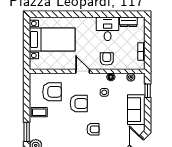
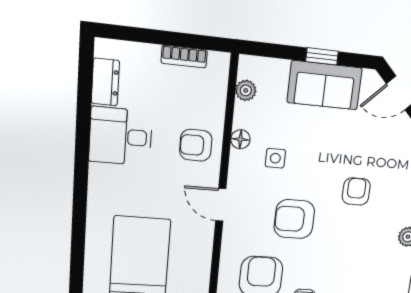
door: (83, 71) -> (221, 205), hinge flipped
window: (148, 91) -> (322, 56), moved
armchair: (79, 104) -> (294, 219), turned -90

